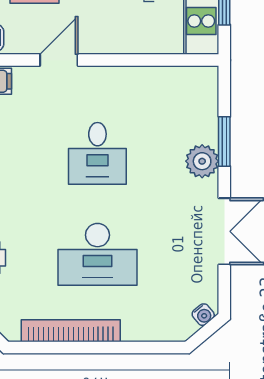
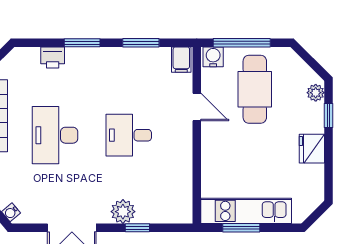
window: (224, 141) -> (137, 228), width x0.67

